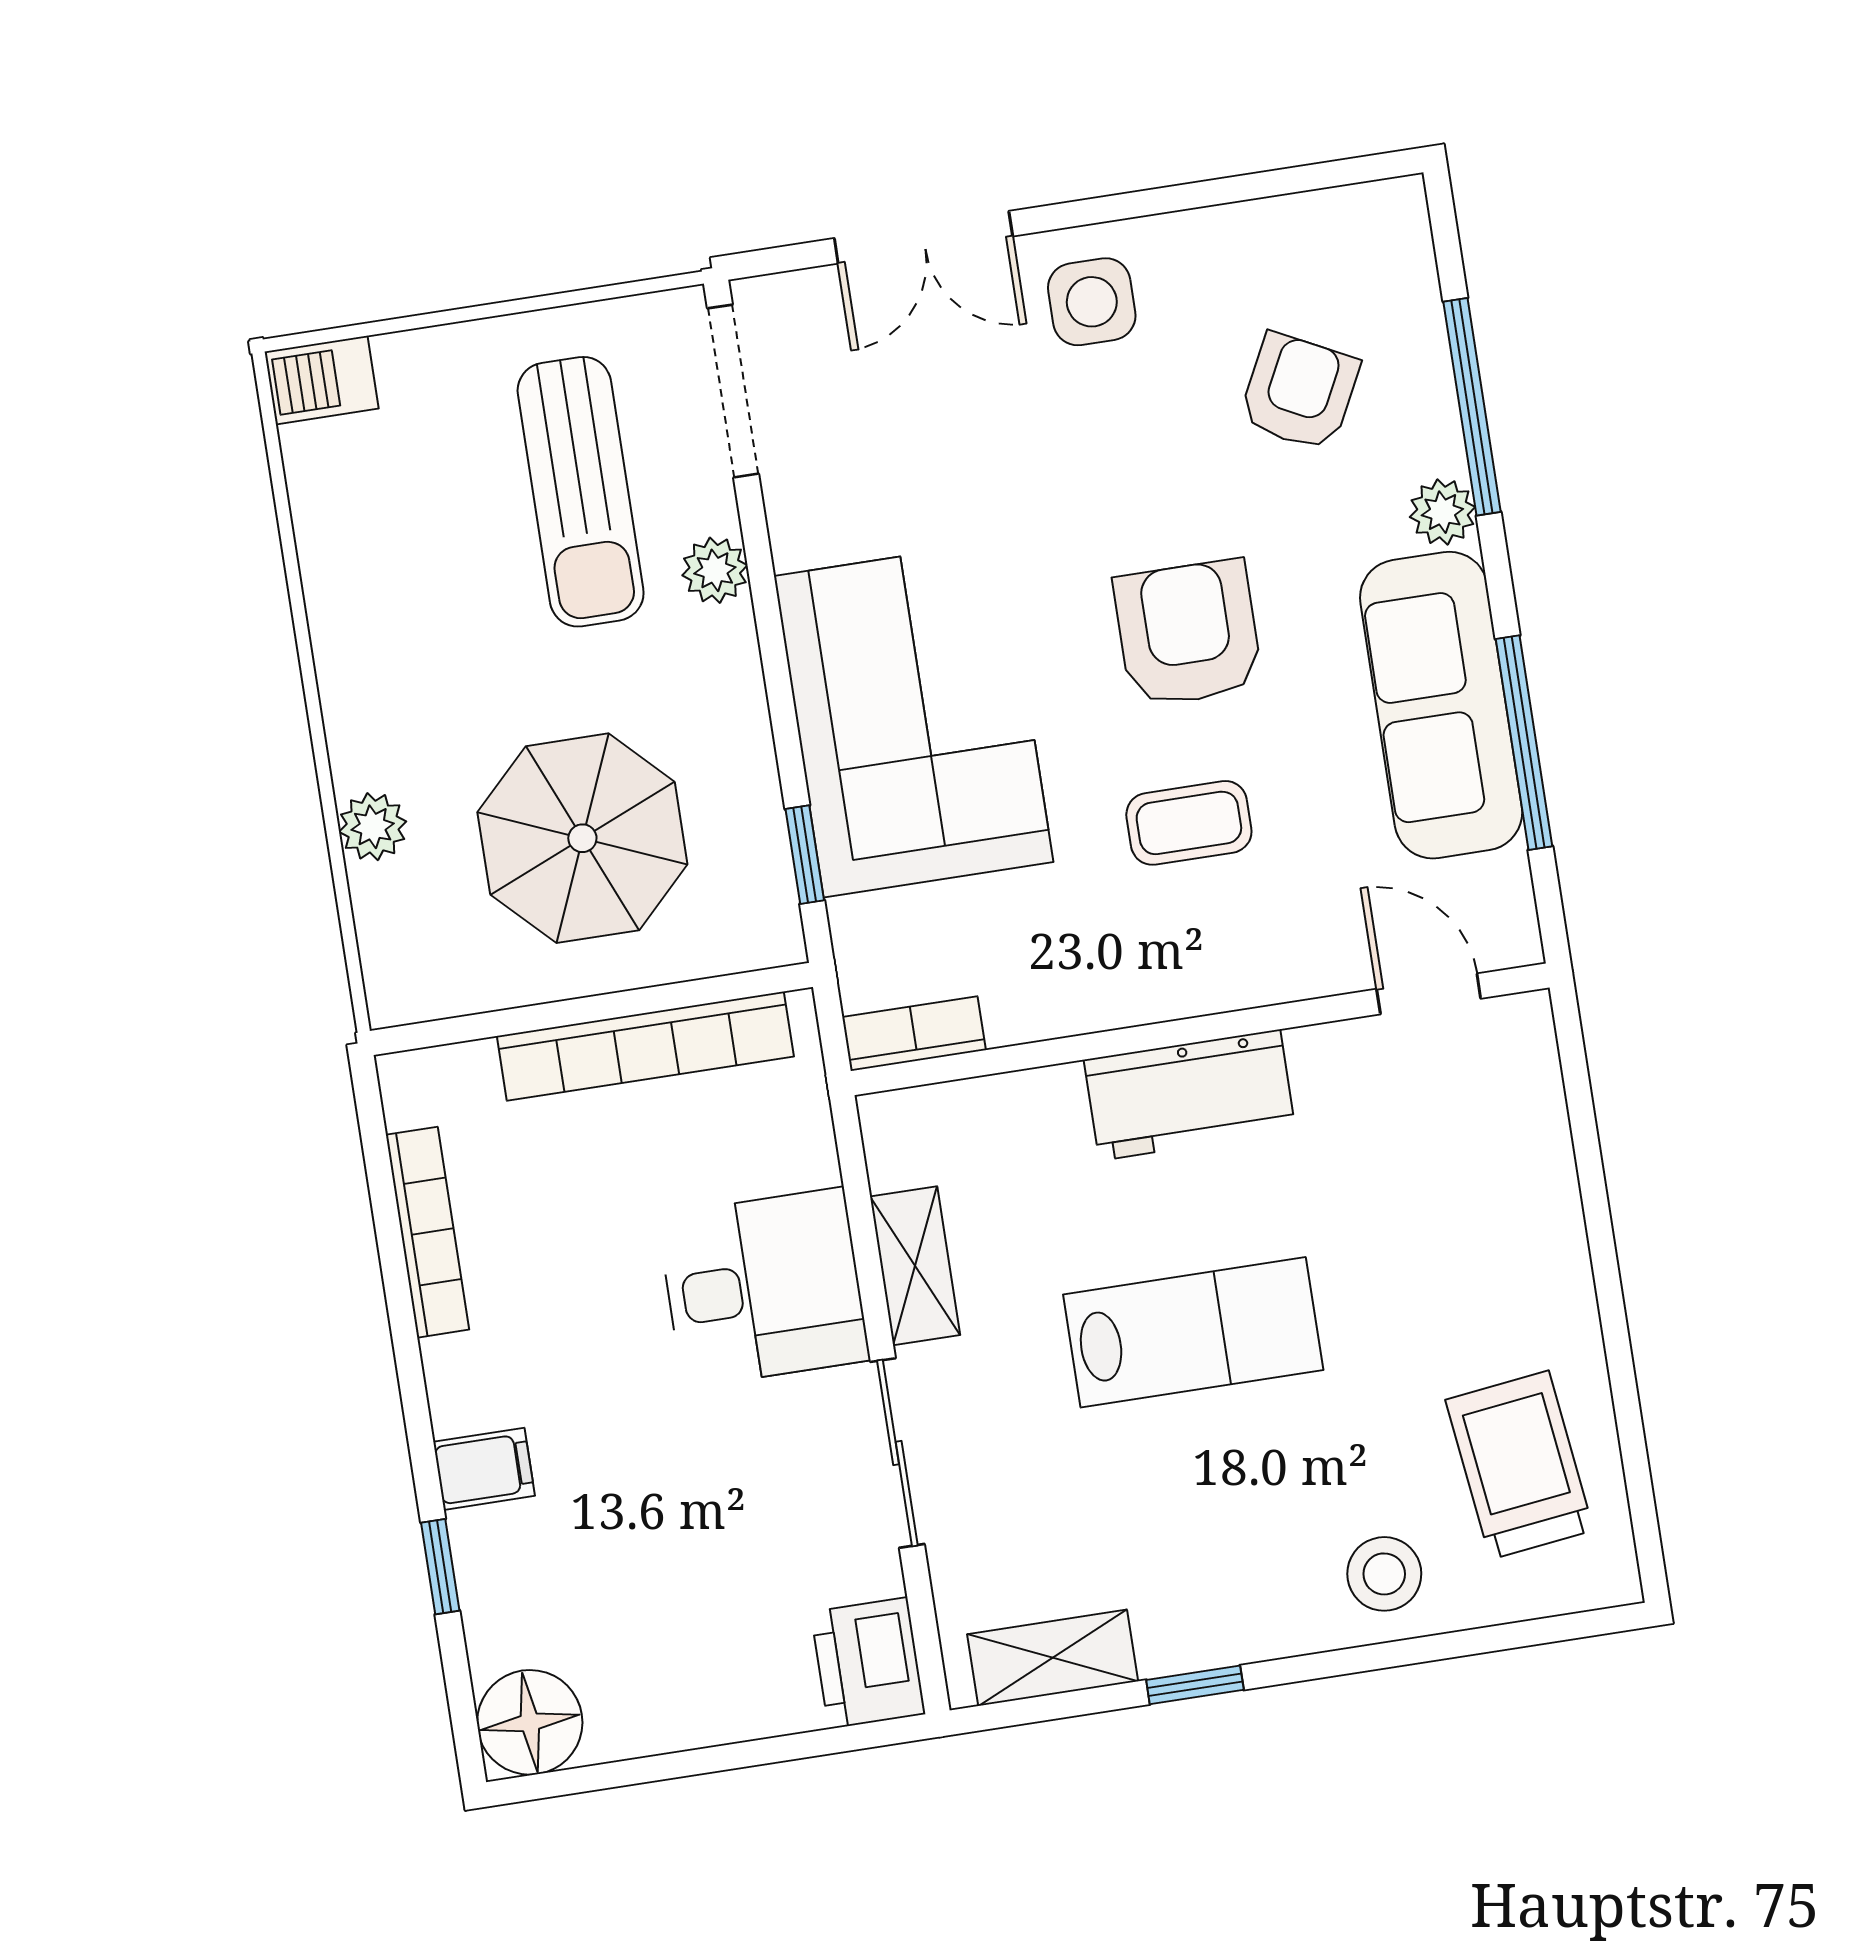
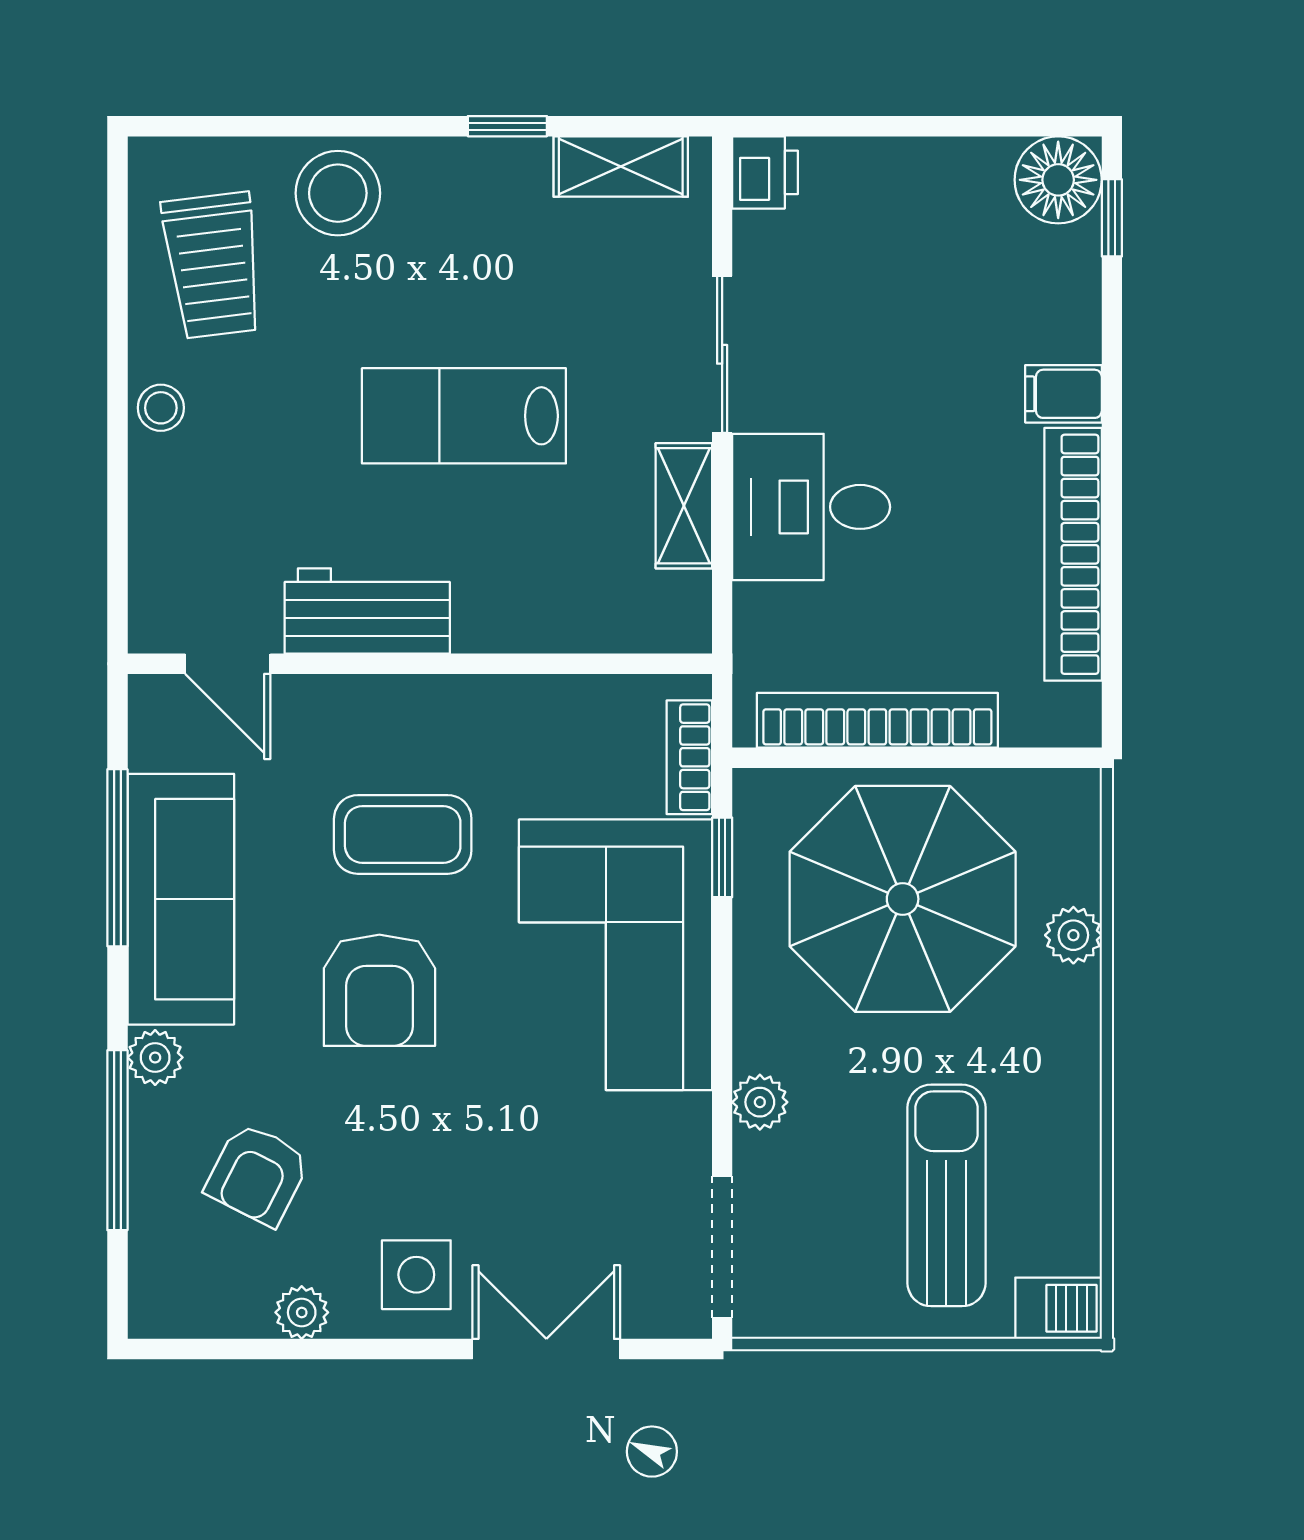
plant: (1221, 236) -> (302, 1312), added
sun lounger: (581, 492) -> (946, 1195), moved
coffee table: (1189, 823) -> (403, 834), width x1.36, depth x1.30
parasol: (582, 838) -> (903, 899), width x1.36, depth x1.36
bookcase: (914, 1034) -> (689, 757), moved, turned 90
workbench: (1190, 1095) -> (367, 611), moved
bookcase: (427, 1232) -> (1073, 554), width x1.48, depth x1.31
stool: (1555, 1286) -> (161, 408), added
window: (440, 1567) -> (1112, 218), moved
stool: (1384, 1574) -> (338, 193), width x1.38, depth x1.38
printer: (868, 1663) -> (765, 172), width x0.73, depth x0.81

